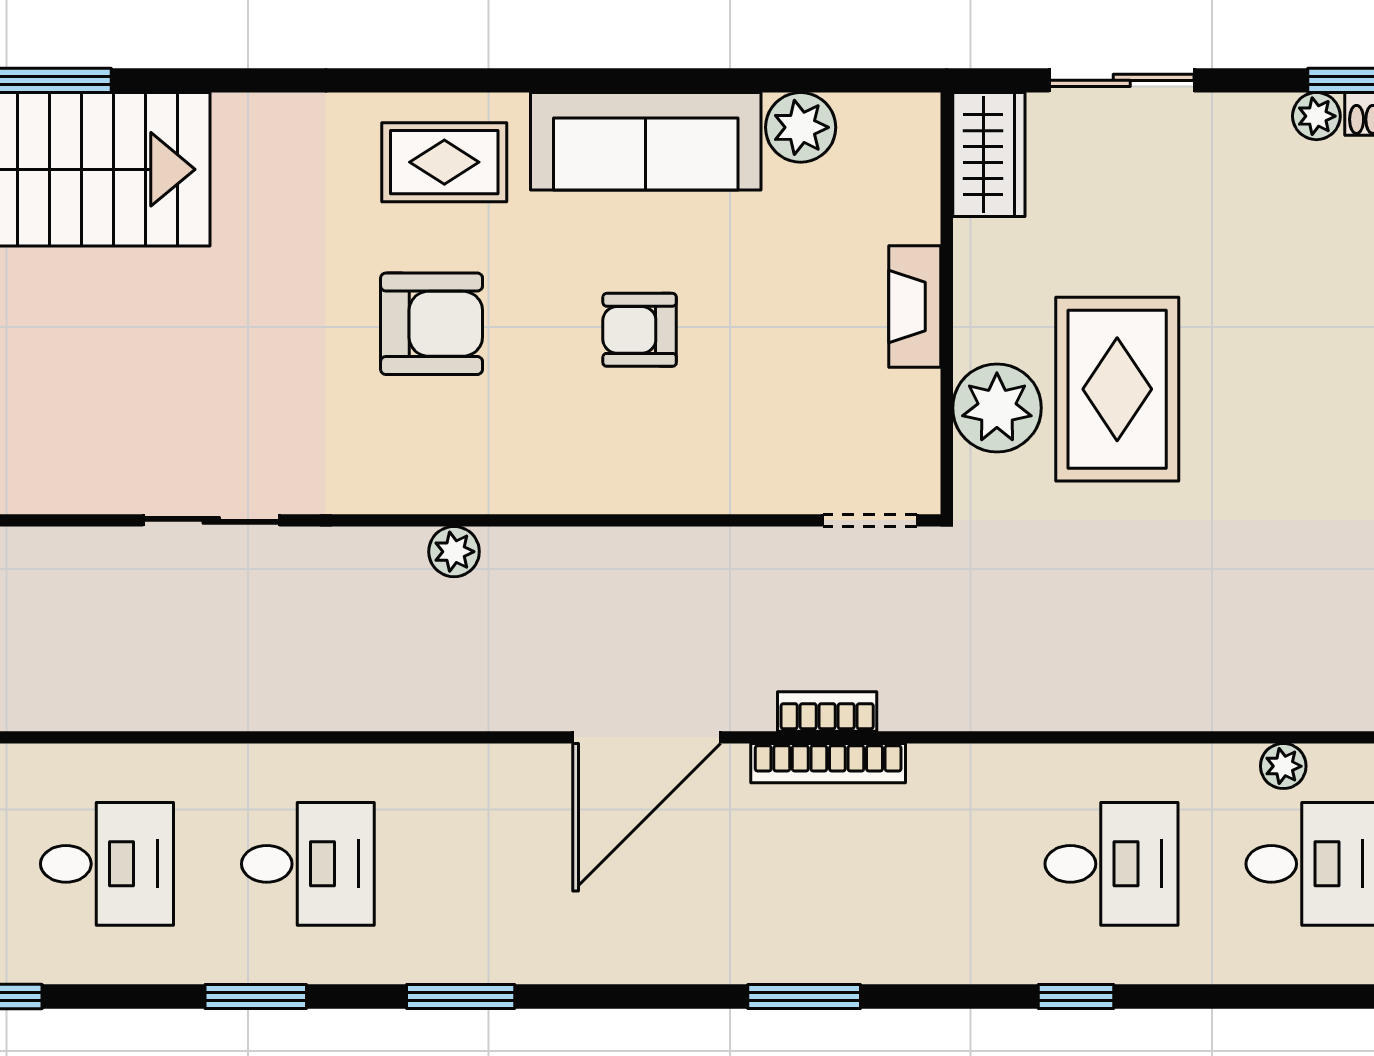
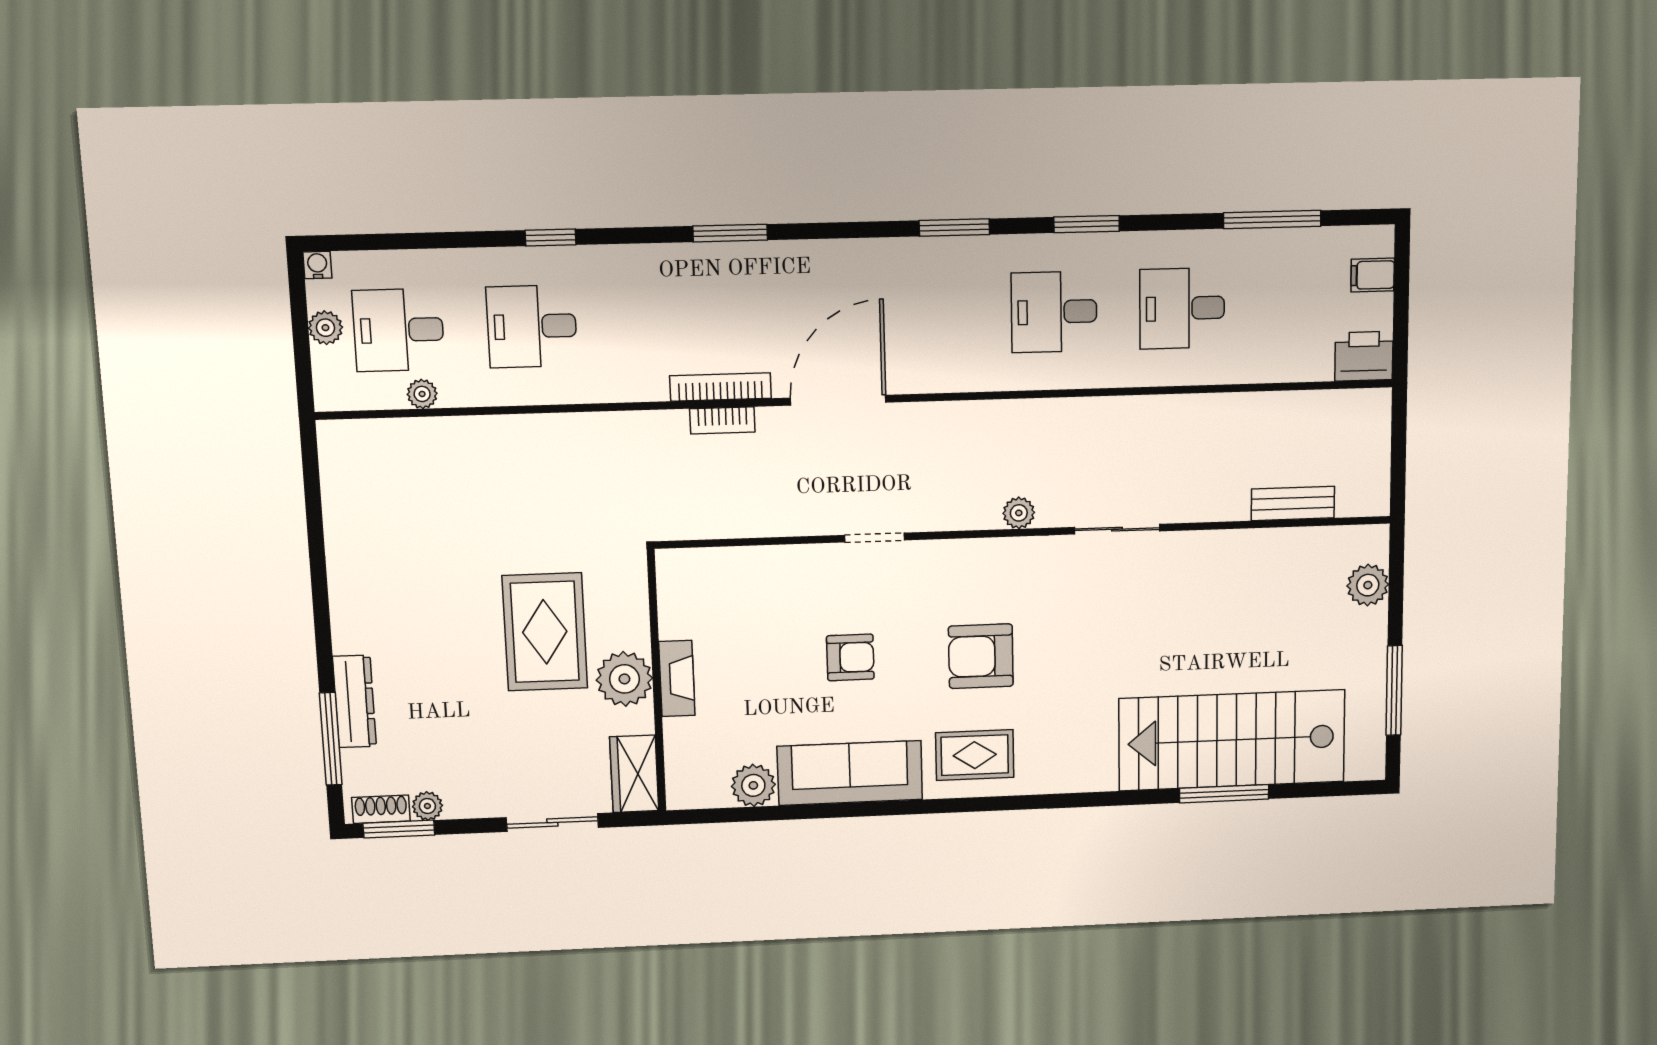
plant: (997, 408) -> (624, 679), moved
doorway: (870, 520) -> (875, 538), moved
plant: (454, 552) -> (1019, 513), moved

